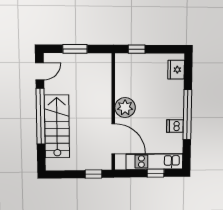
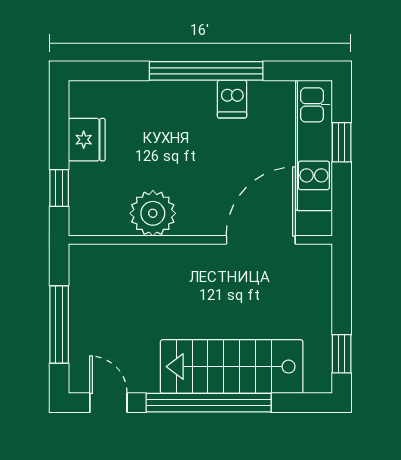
window: (75, 49) -> (59, 324), width x1.44
fridge: (176, 70) -> (87, 140), moved, turned -90
plant: (125, 108) -> (153, 213), moved
window: (94, 174) -> (342, 354), moved

